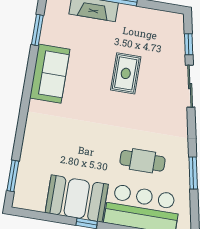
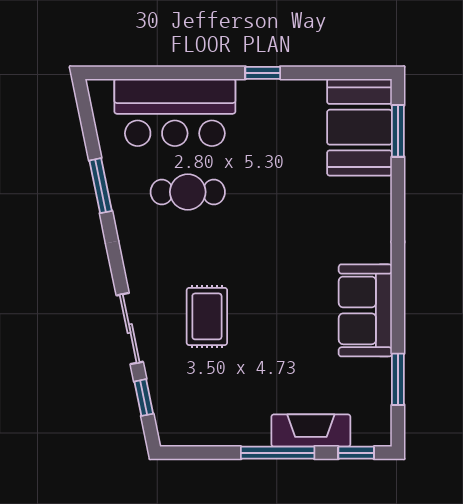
rug: (126, 73) -> (207, 316), moved
booth: (77, 199) -> (360, 127), moved, turned 90

